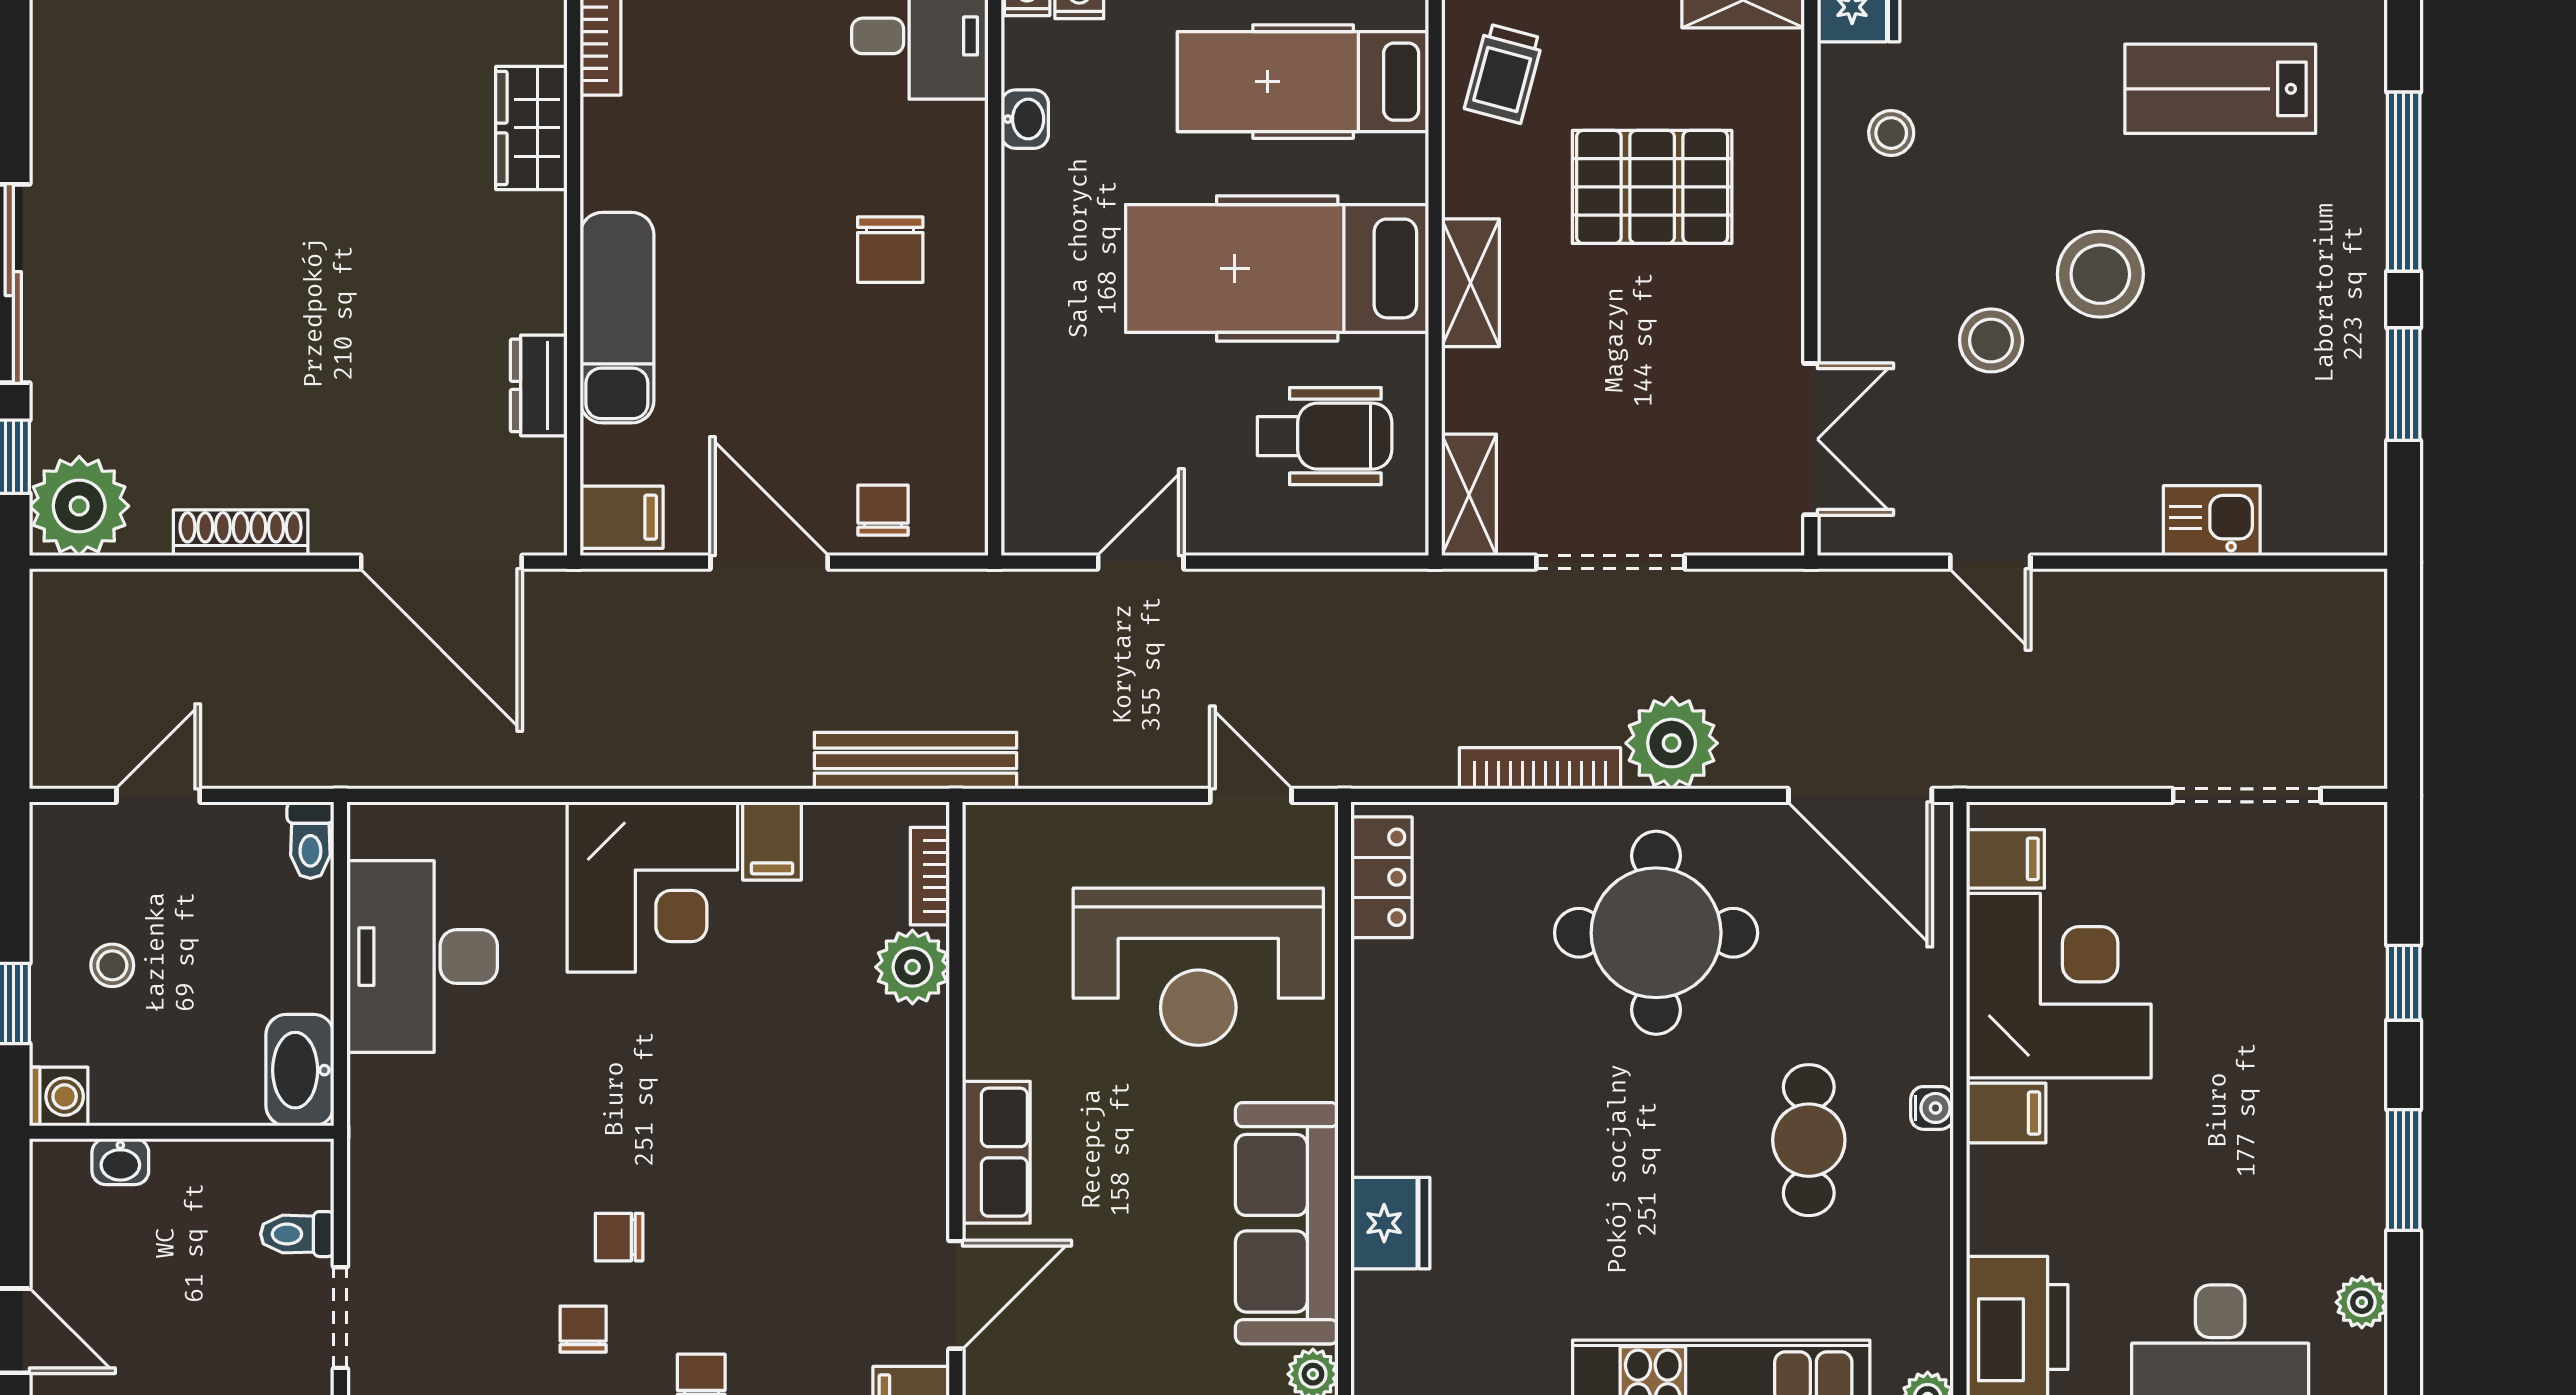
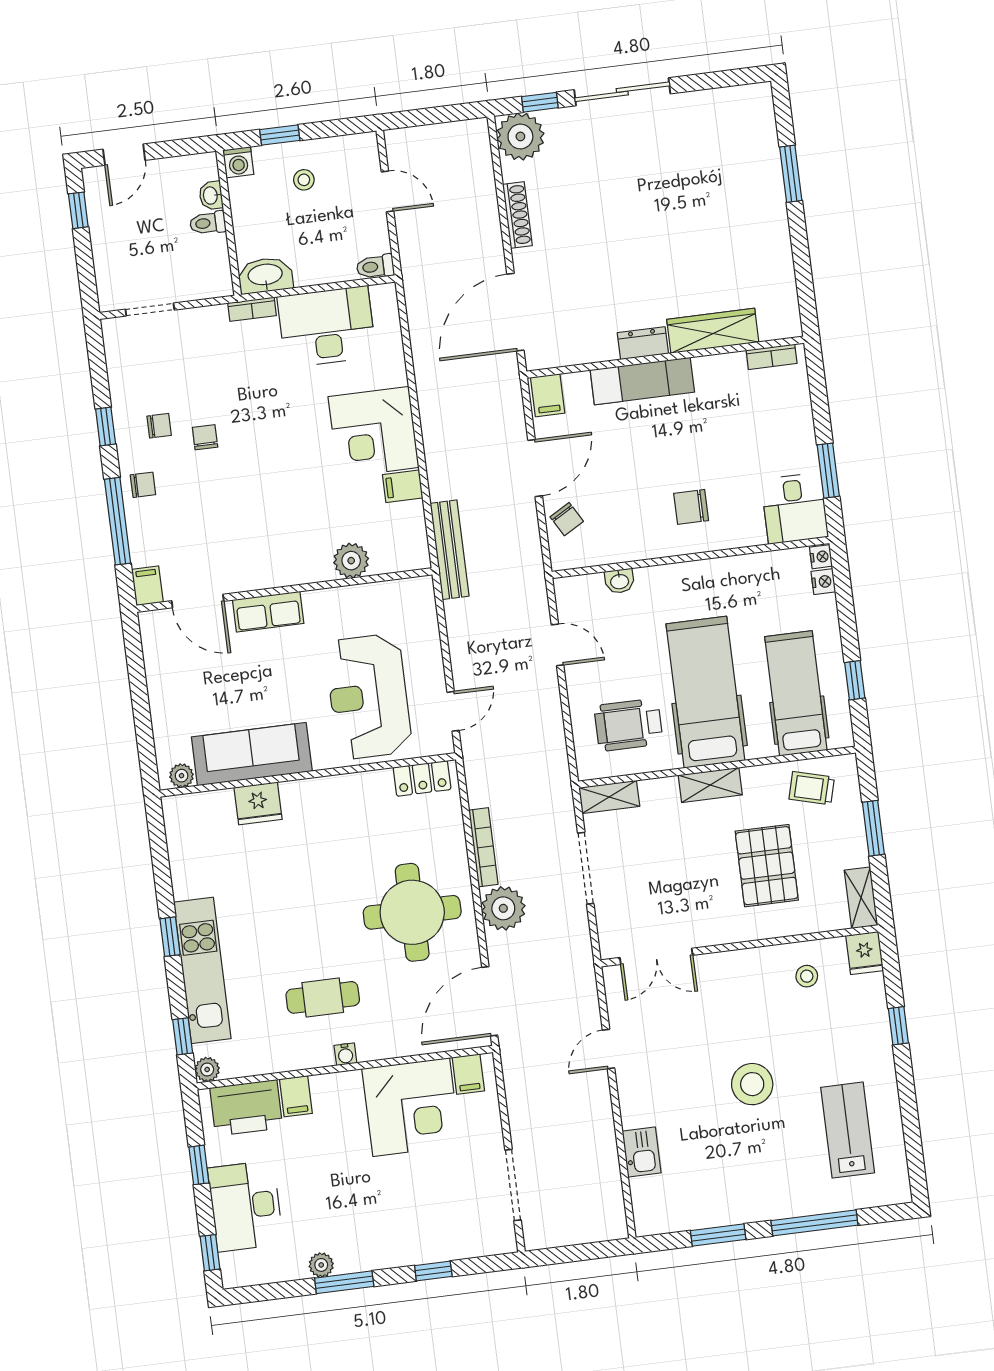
washbasin: (1025, 119) -> (619, 581), moved
wardrobe: (531, 128) -> (713, 331), width x1.50
stool: (1991, 340) -> (714, 1036), removed
dresser: (539, 385) -> (643, 343), moved
wheelchair: (1325, 436) -> (629, 725), turned 90
chair: (883, 510) -> (567, 519), turned 60
bookcase: (930, 876) -> (252, 309), moved, turned 180
filing cabinet: (2006, 1113) -> (296, 1096), moved
toilet: (297, 1234) -> (208, 223), moved, turned -90
plant: (2362, 1302) -> (321, 1265), moved

